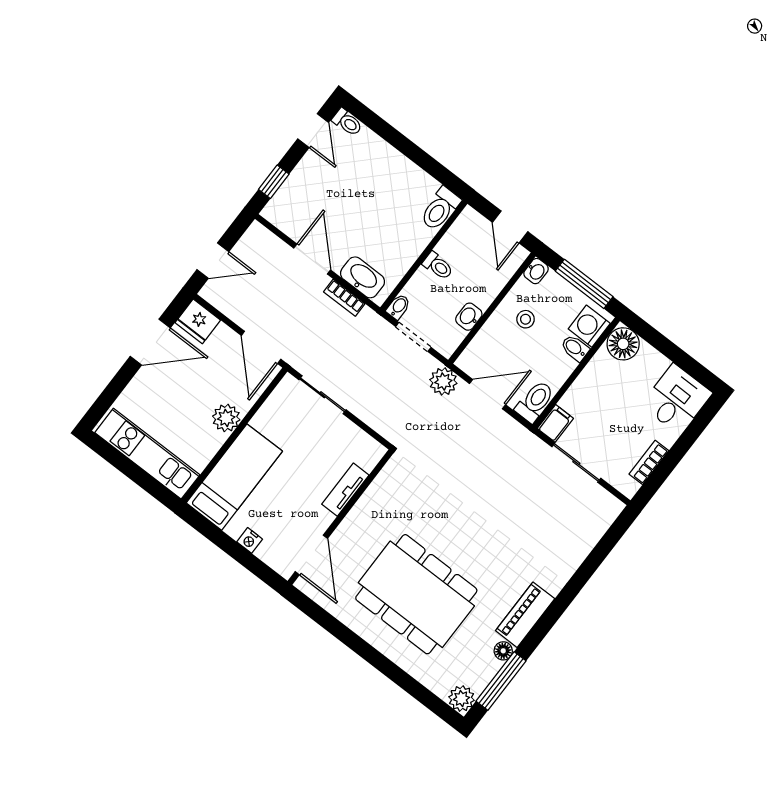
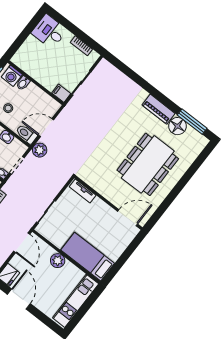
floor lamp: (623, 344) -> (21, 59), removed
door: (261, 347) -> (22, 243), hinge flipped
door: (488, 394) -> (46, 128), hinge flipped
toilet: (535, 401) -> (26, 134), moved
tv unit: (345, 490) -> (83, 191), moved
nightstand: (250, 540) -> (120, 249), removed
floor lamp: (503, 651) -> (177, 126), width x1.89, depth x1.89
plant: (461, 699) -> (201, 142), removed

